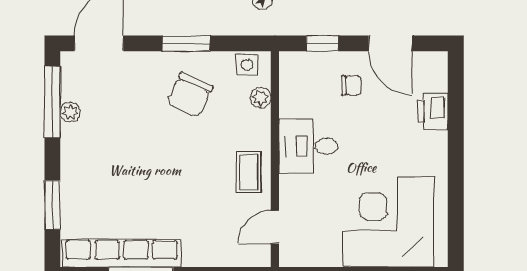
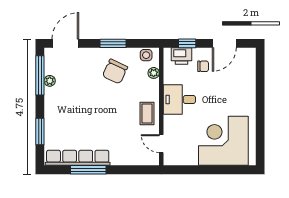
door: (390, 43) -> (224, 43), hinge flipped
printer: (433, 111) -> (182, 56), moved, turned -90
door: (275, 227) -> (161, 144), hinge flipped

